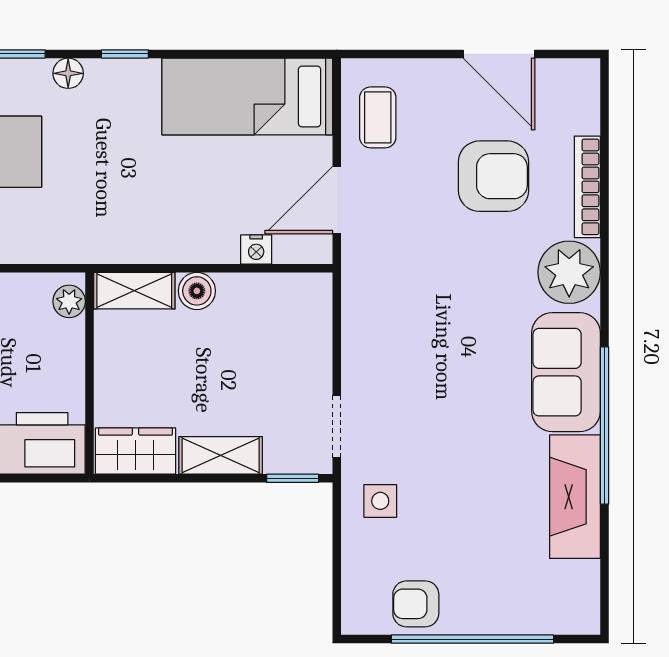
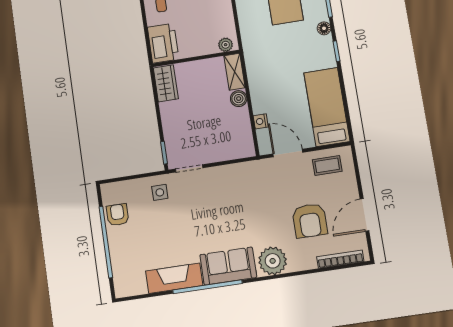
bookcase: (587, 187) -> (340, 259), moved
shelving: (221, 455) -> (169, 120), removed

